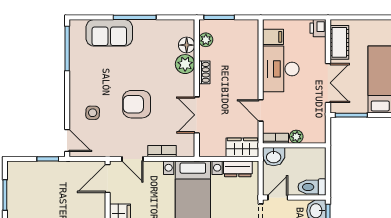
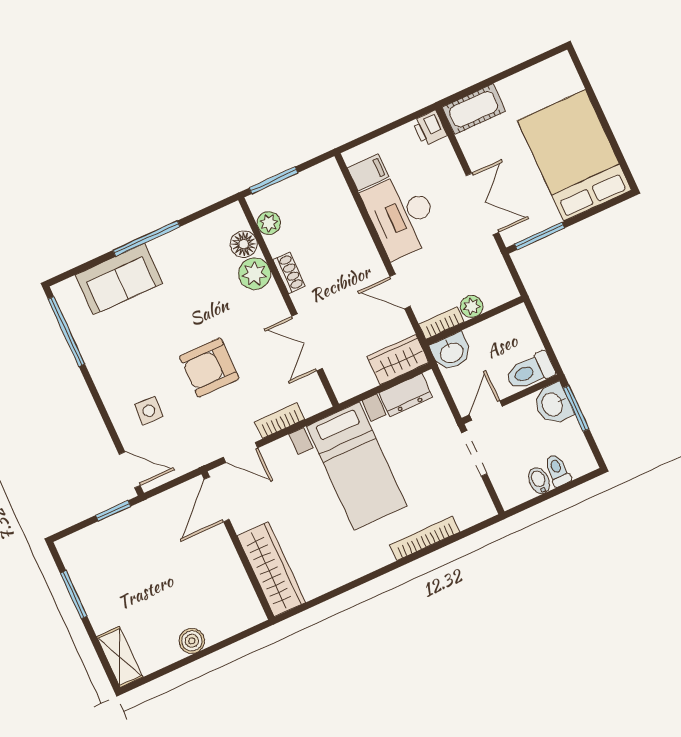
cot: (339, 42) -> (474, 109), moved, turned 90

